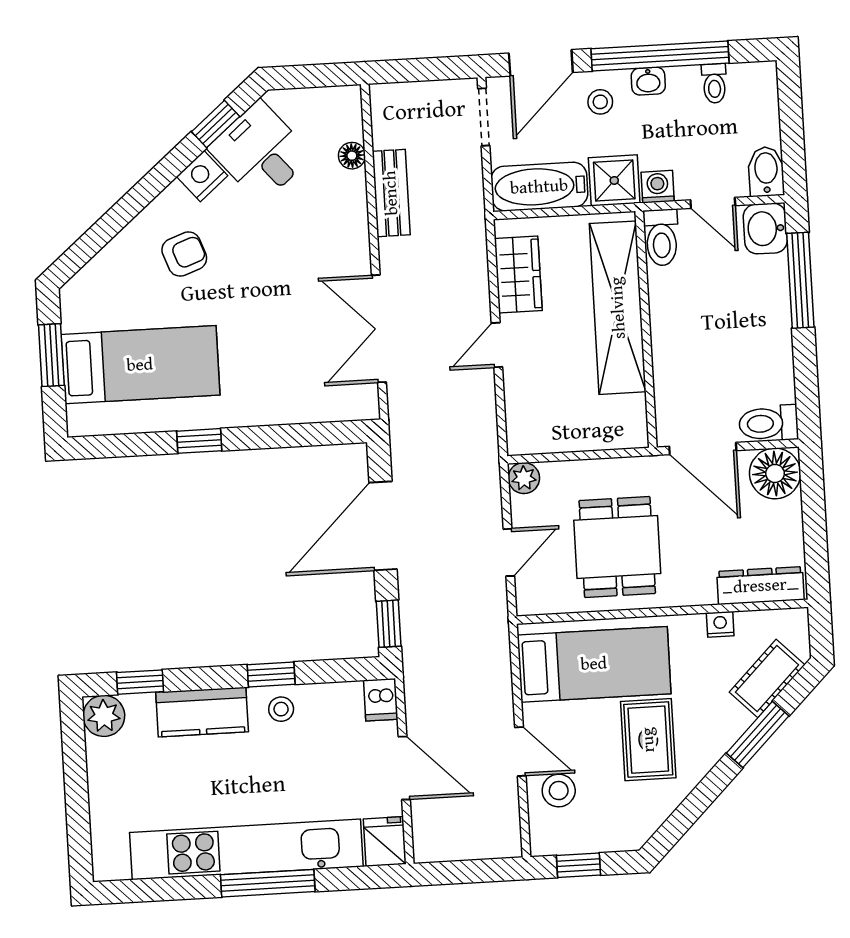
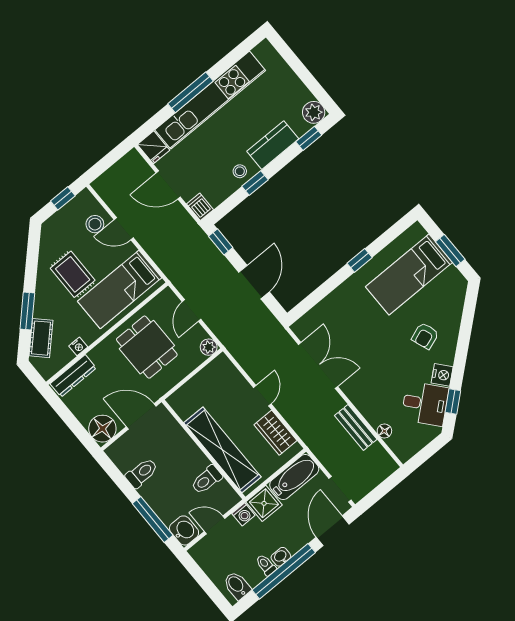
toilet: (714, 83) -> (266, 565), moved
stool: (600, 102) -> (295, 533), removed
bidet: (766, 171) -> (237, 585), moved, turned 180
toilet: (661, 237) -> (207, 480), moved, turned -90
toilet: (769, 423) -> (142, 473), moved
door: (383, 526) -> (254, 282), width x0.73

